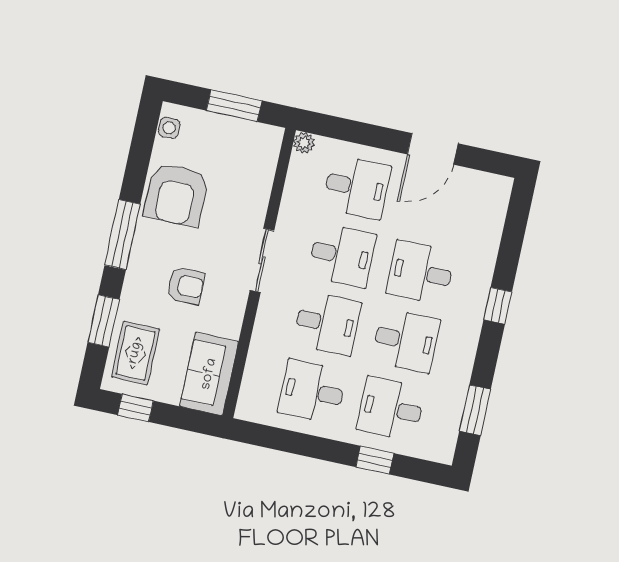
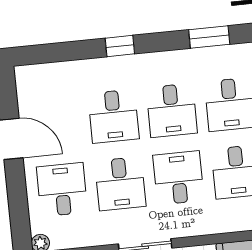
desk: (342, 255) -> (120, 184), turned 180
desk: (406, 341) -> (172, 110), turned 180

